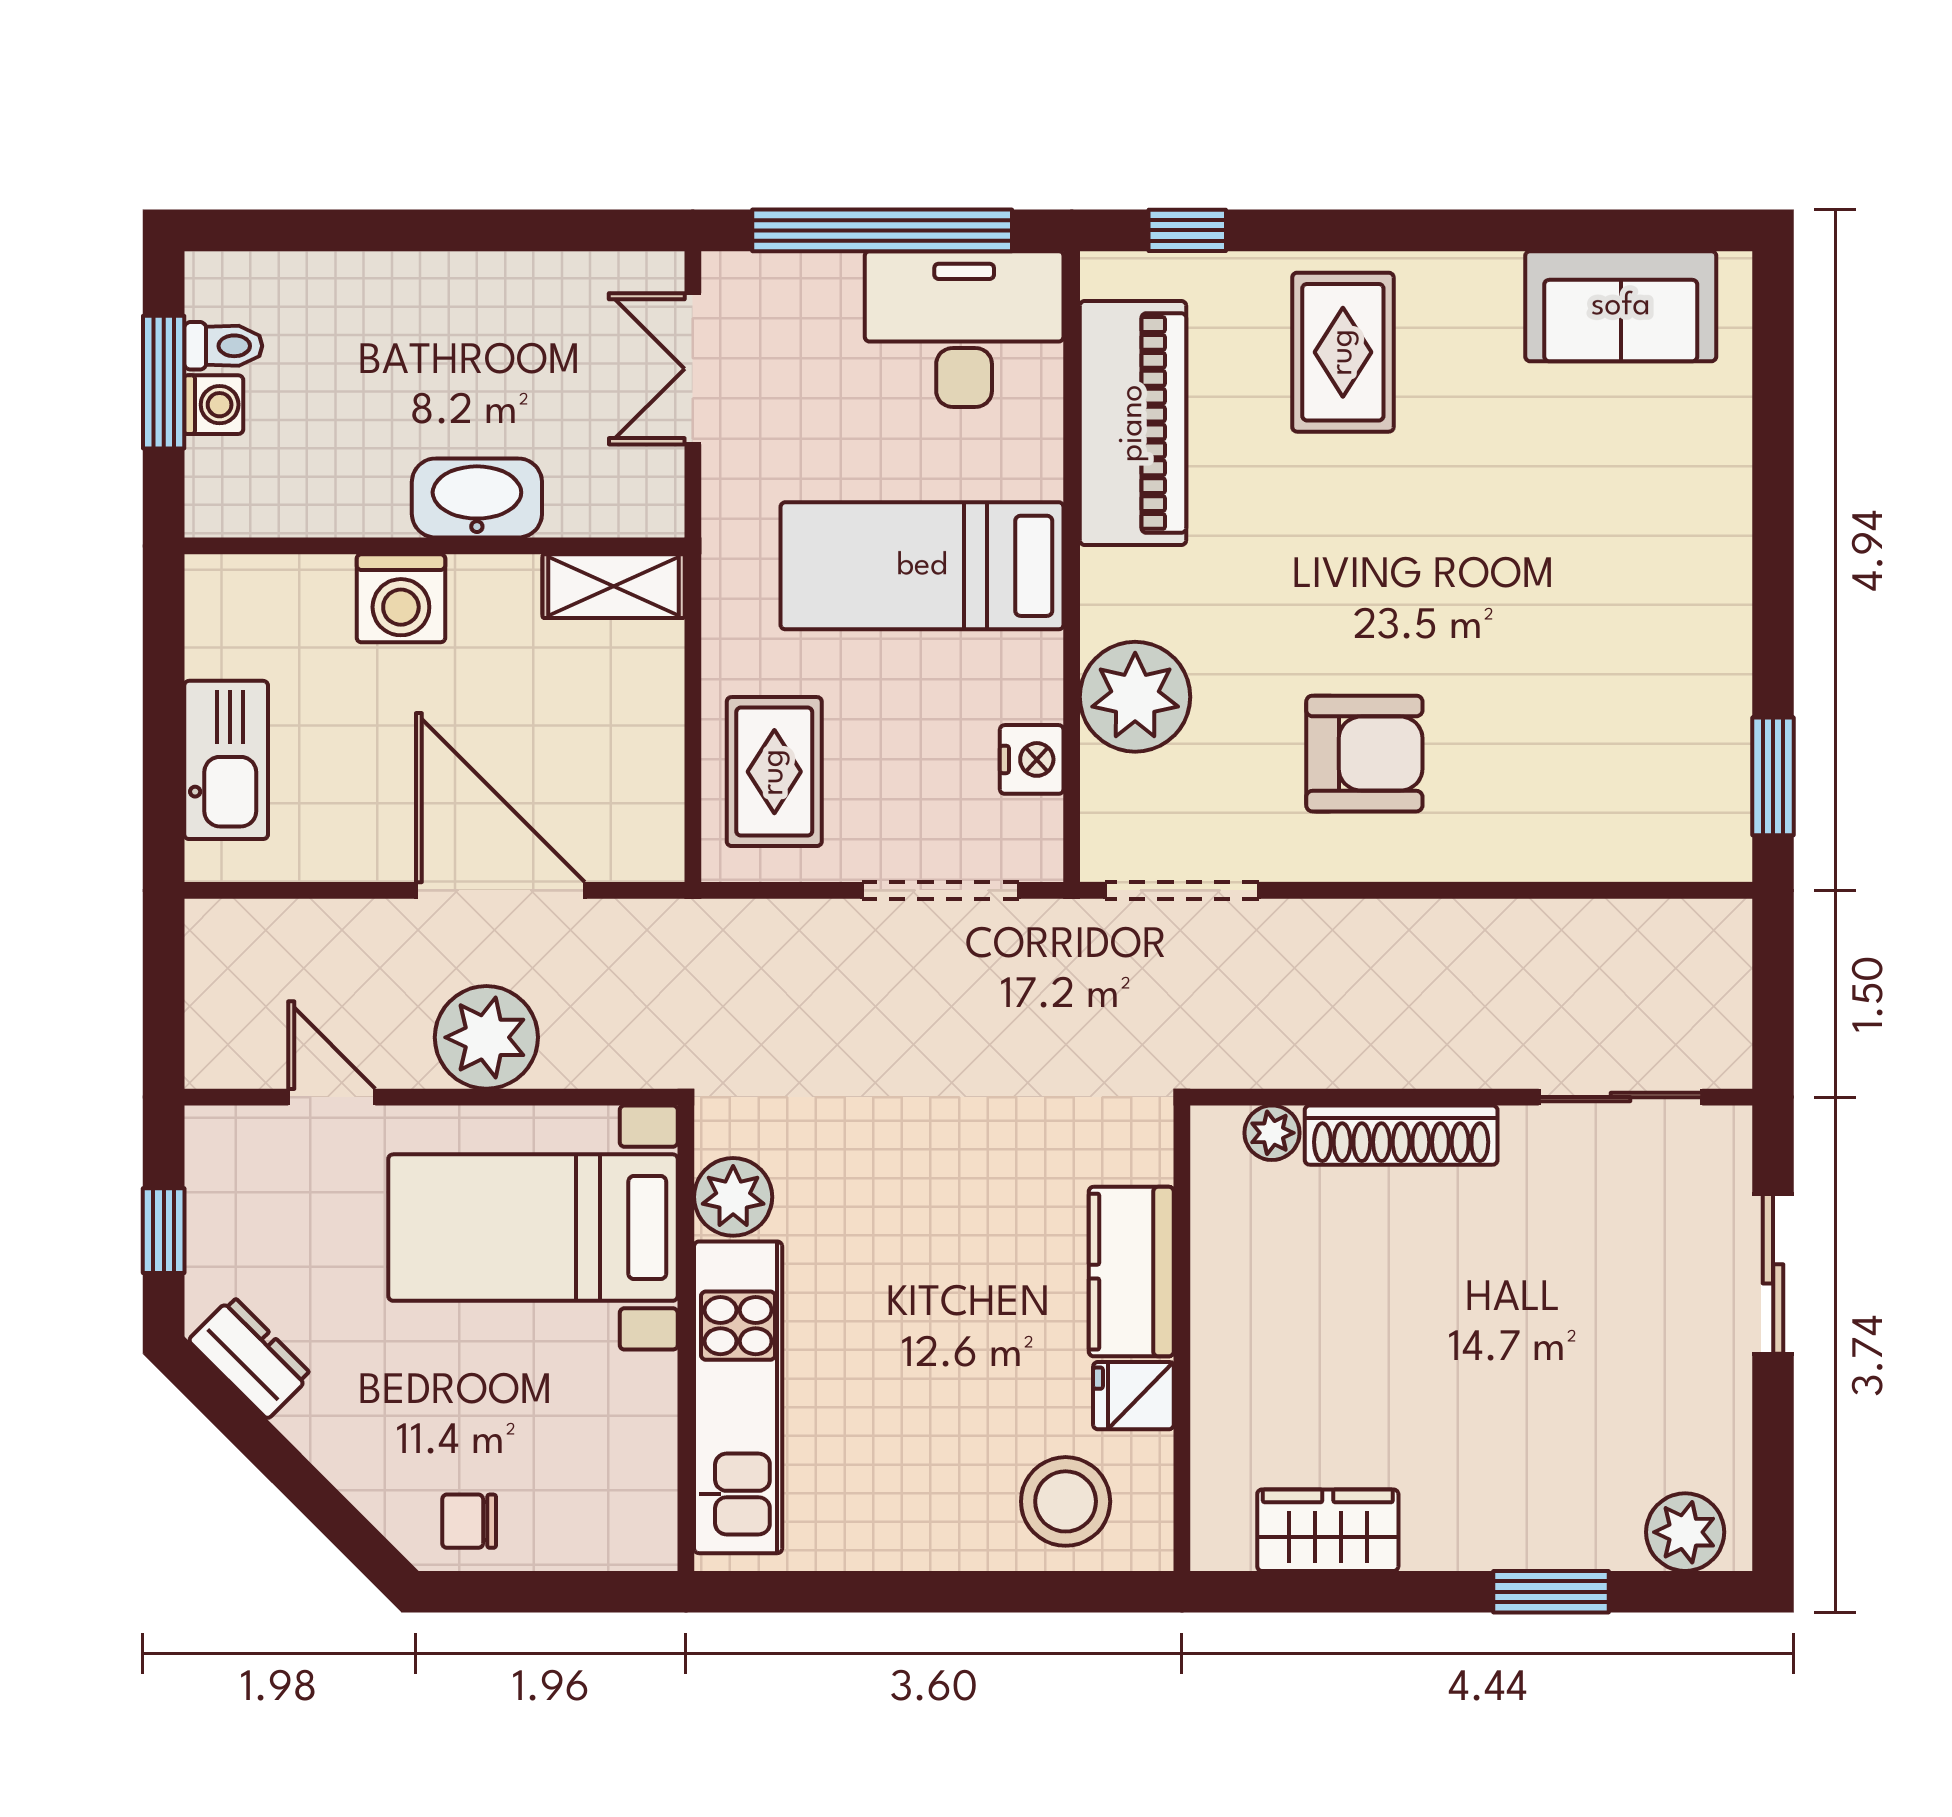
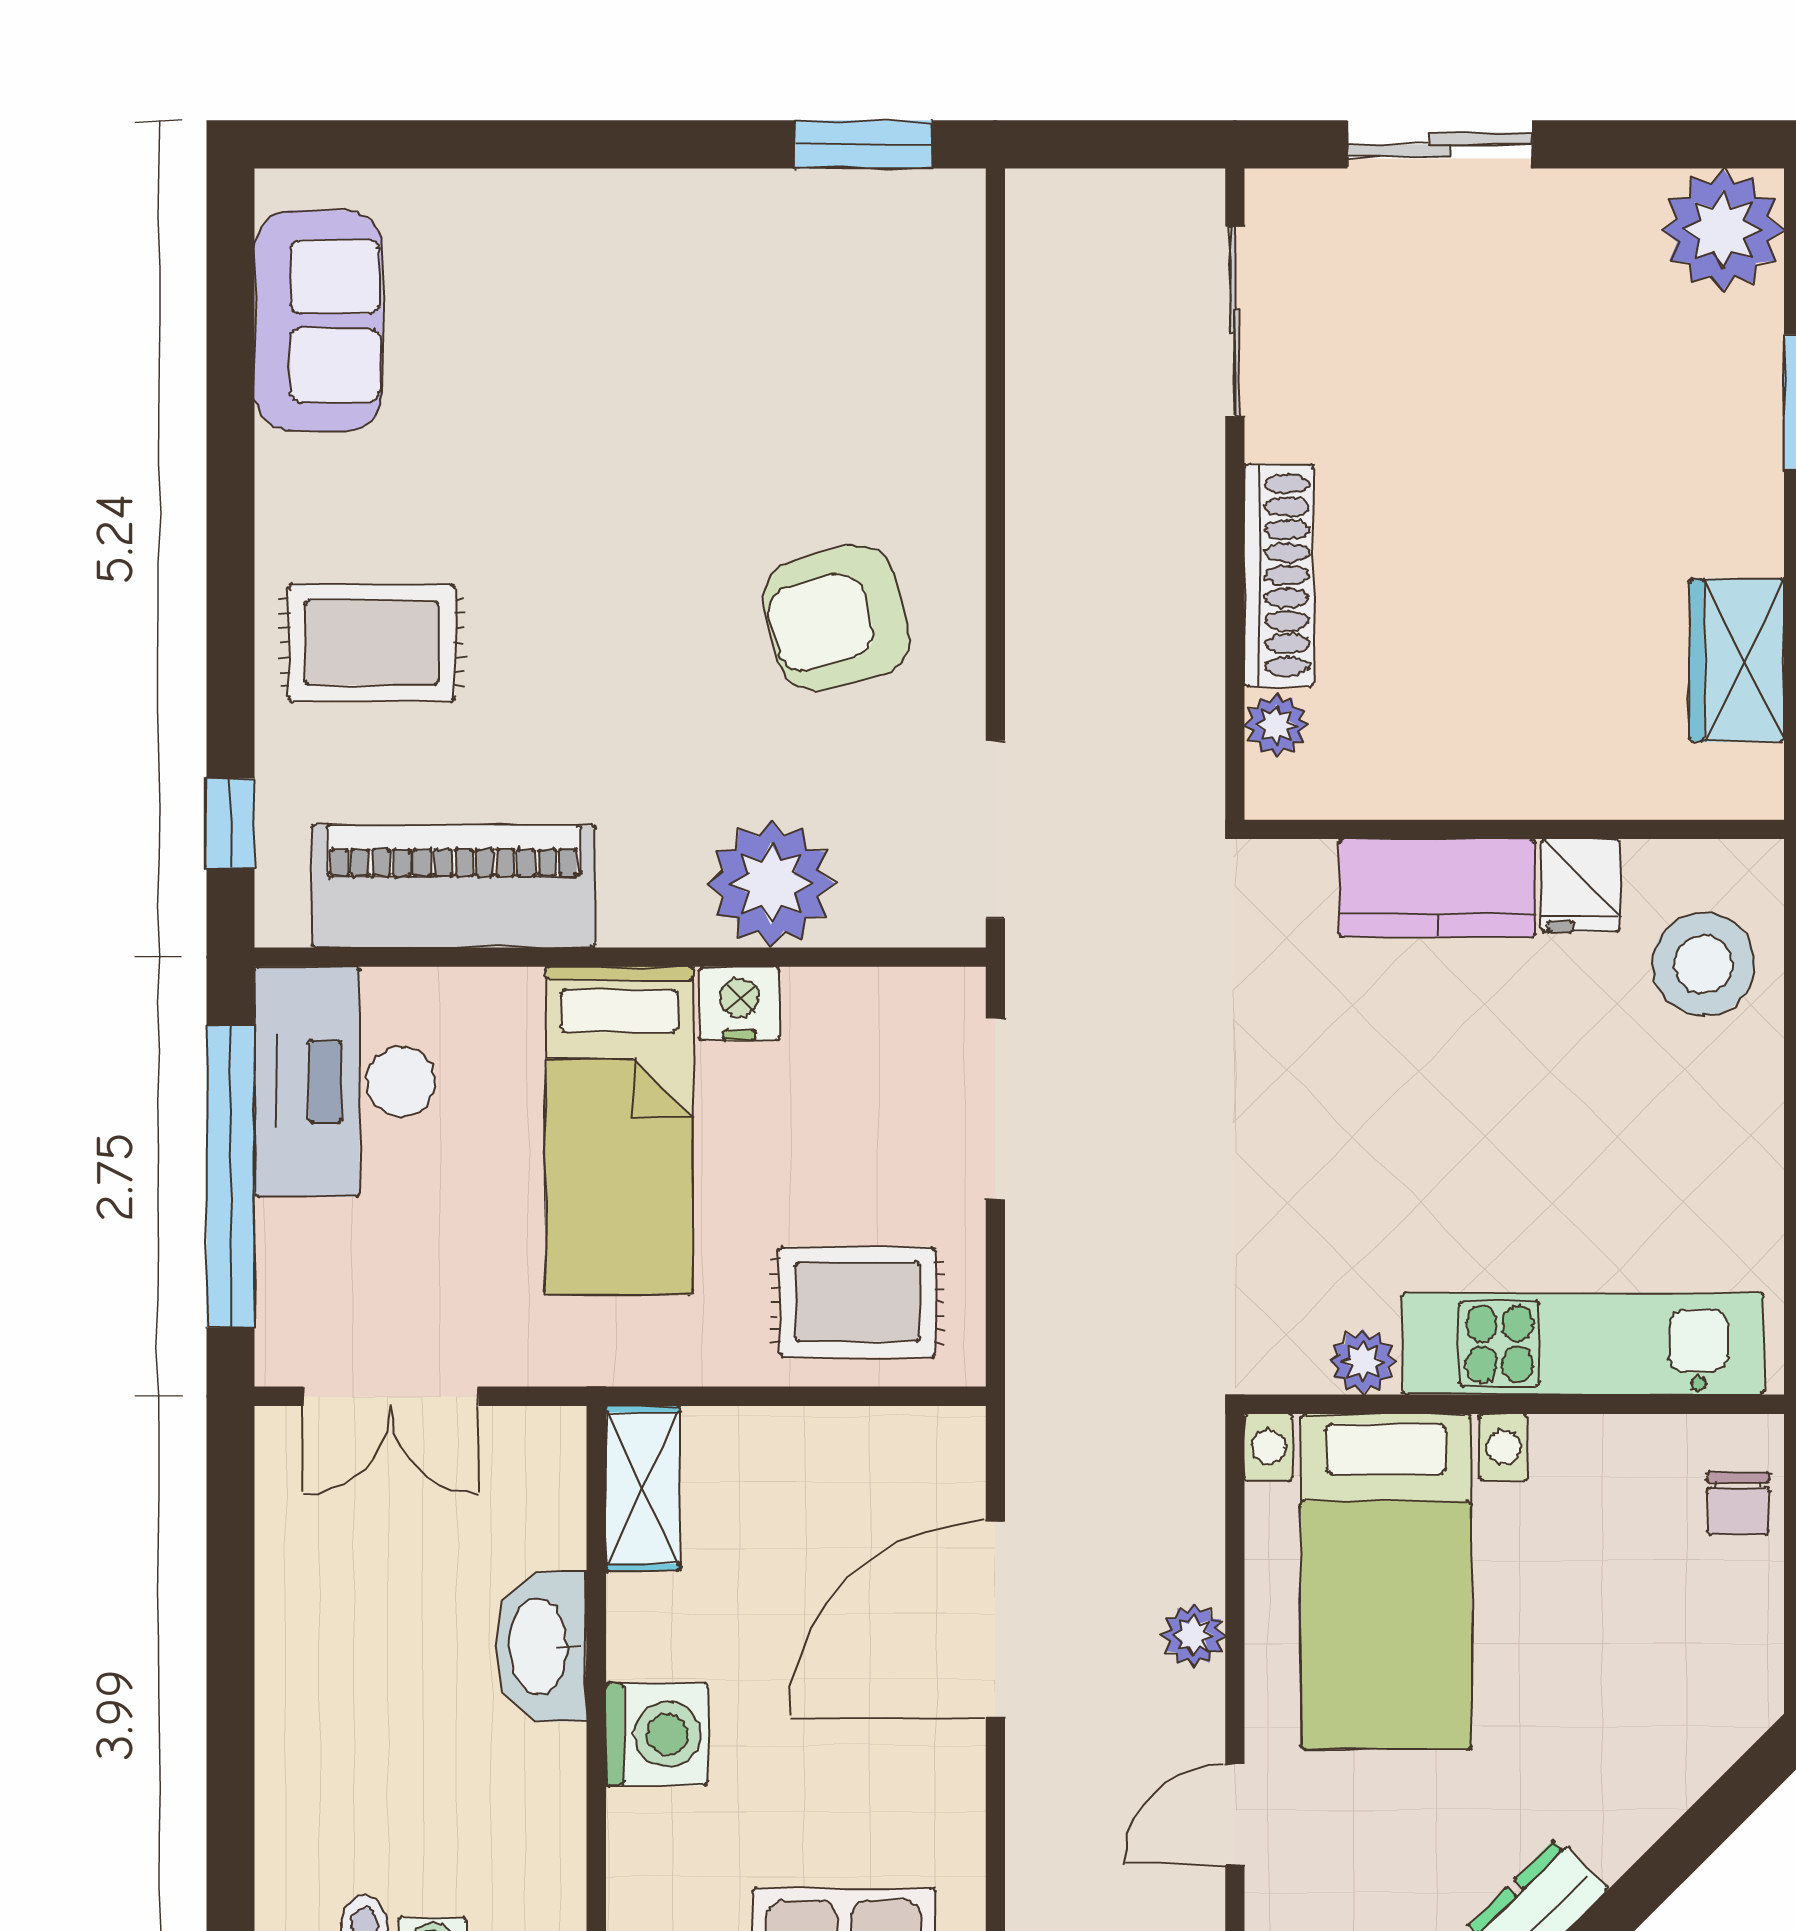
armchair: (1364, 754) -> (837, 618), turned -105
nightstand: (1032, 759) -> (739, 1003), moved
plant: (486, 1037) -> (1193, 1635), width x0.53, depth x0.53
plant: (733, 1197) -> (1363, 1362), width x0.73, depth x0.73
chair: (469, 1521) -> (1738, 1503), moved
plant: (1685, 1532) -> (1723, 230), width x1.36, depth x1.36

